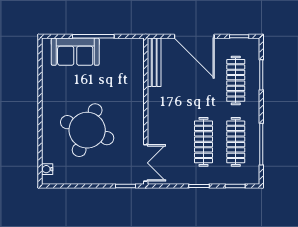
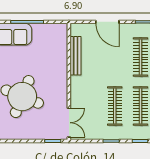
door: (194, 36) -> (107, 22), width x0.73
bench: (154, 62) -> (76, 56), moved

